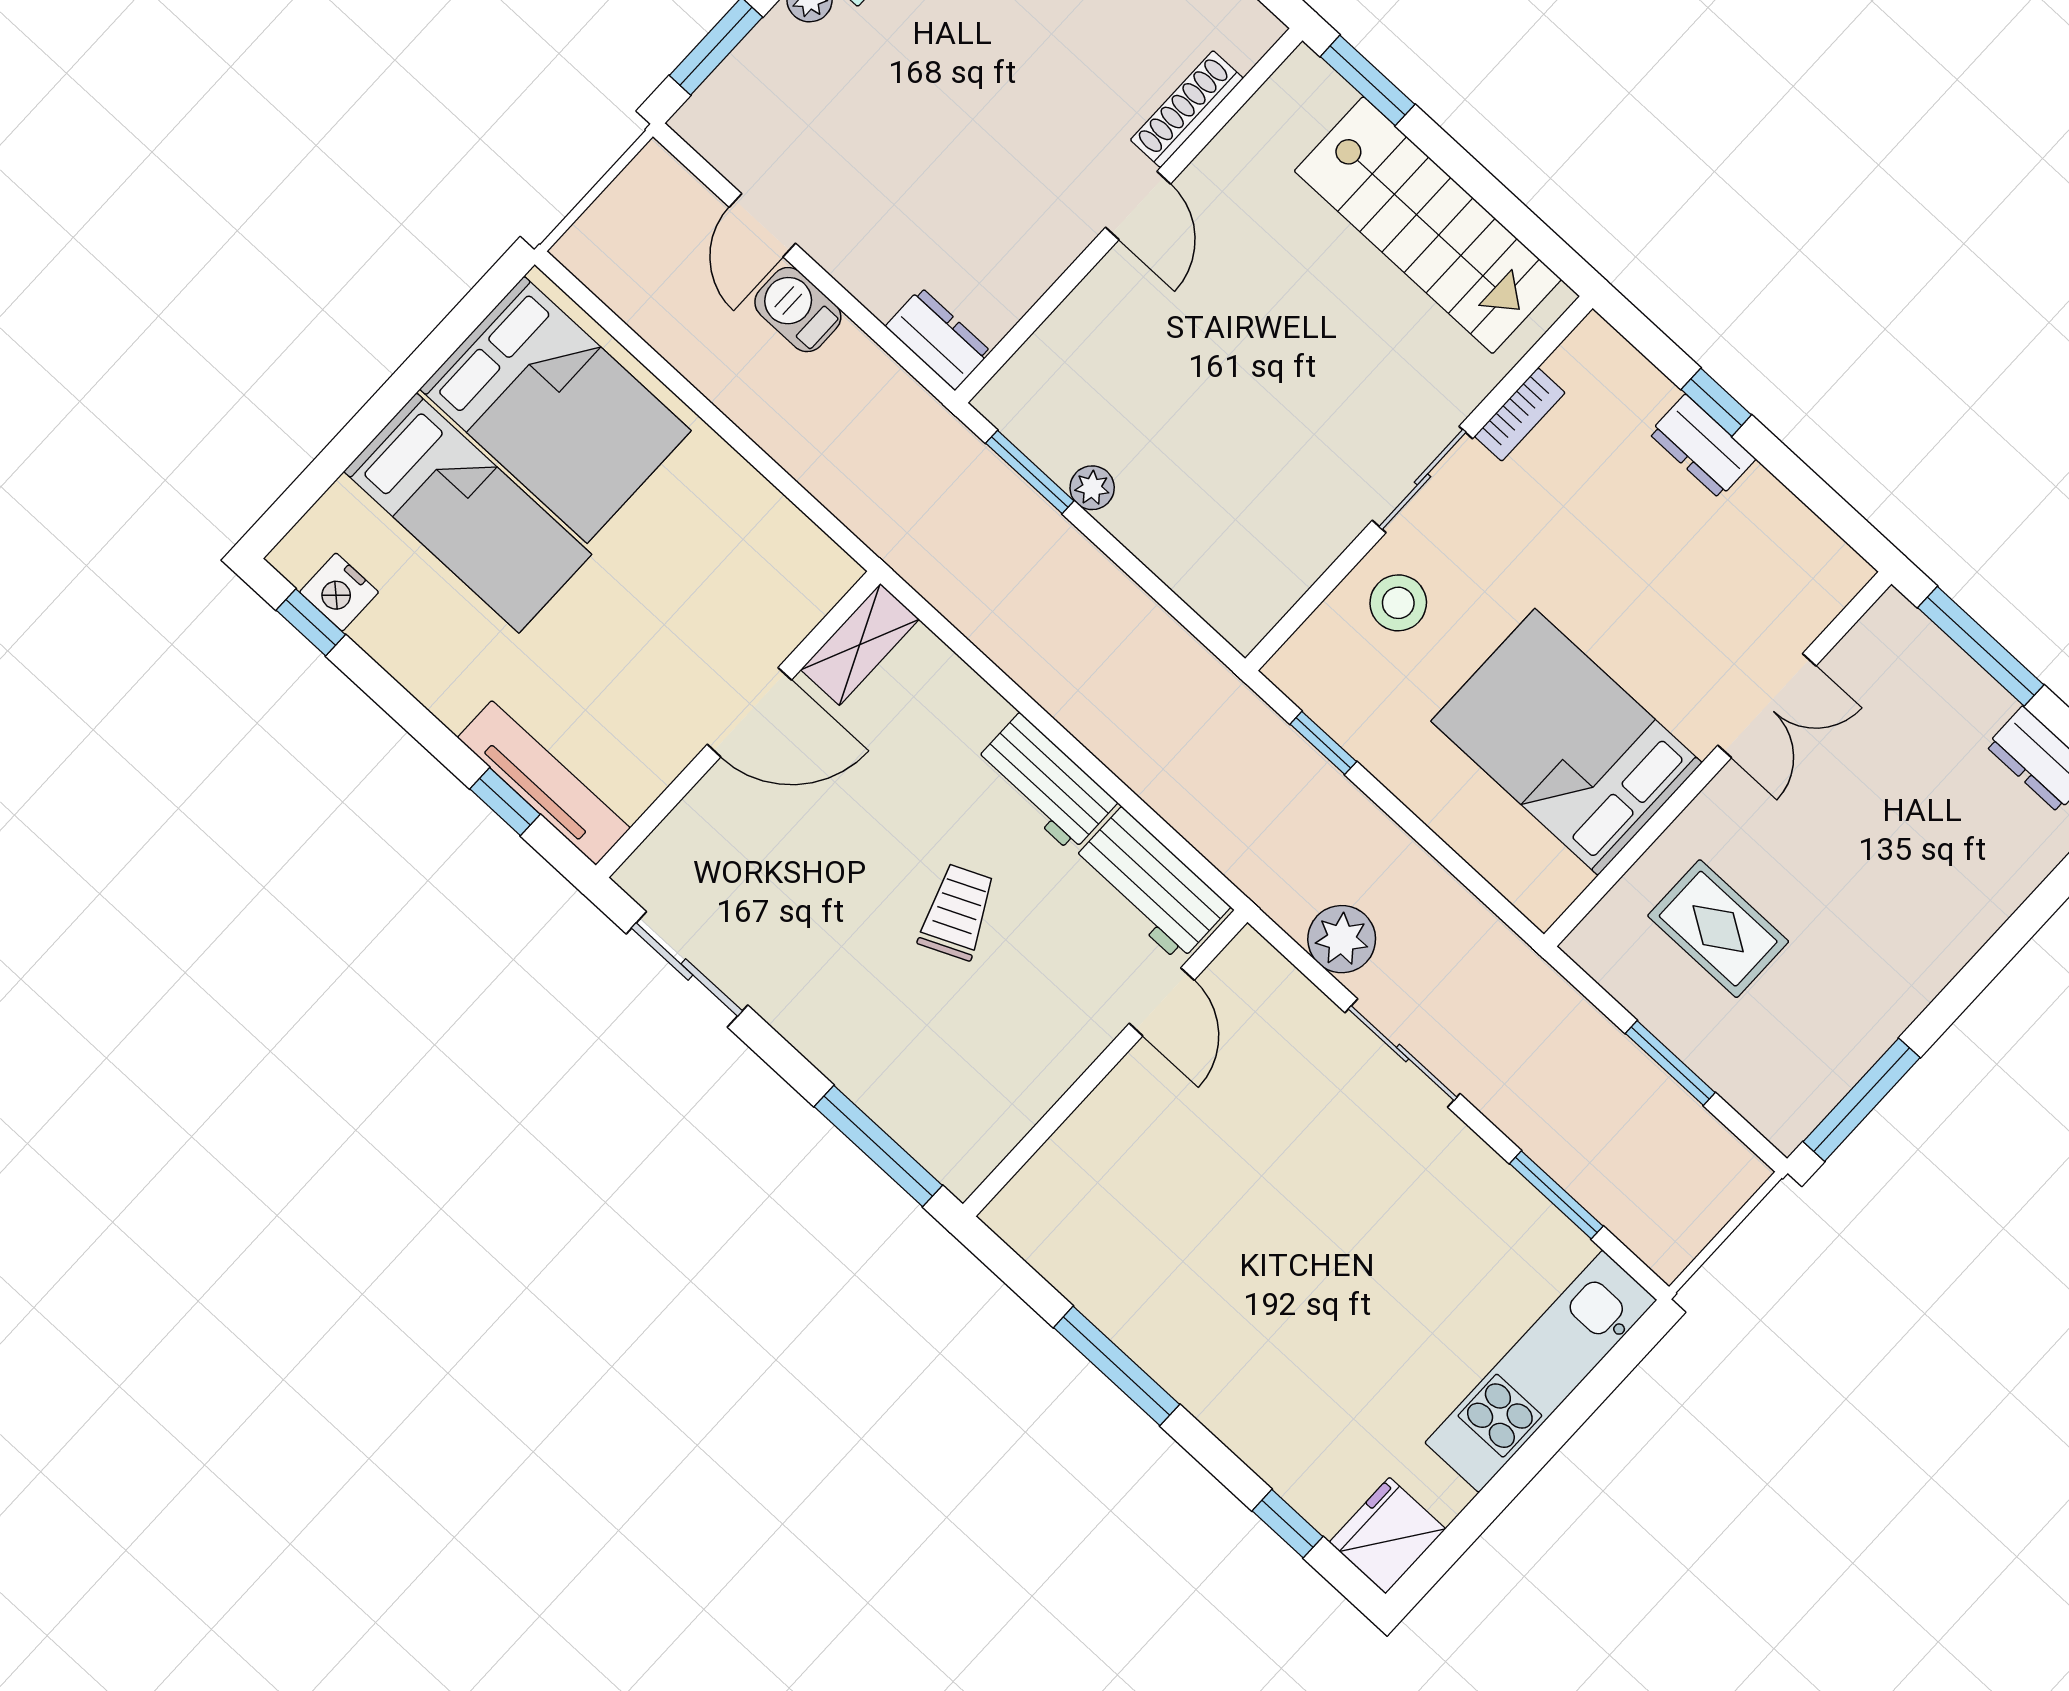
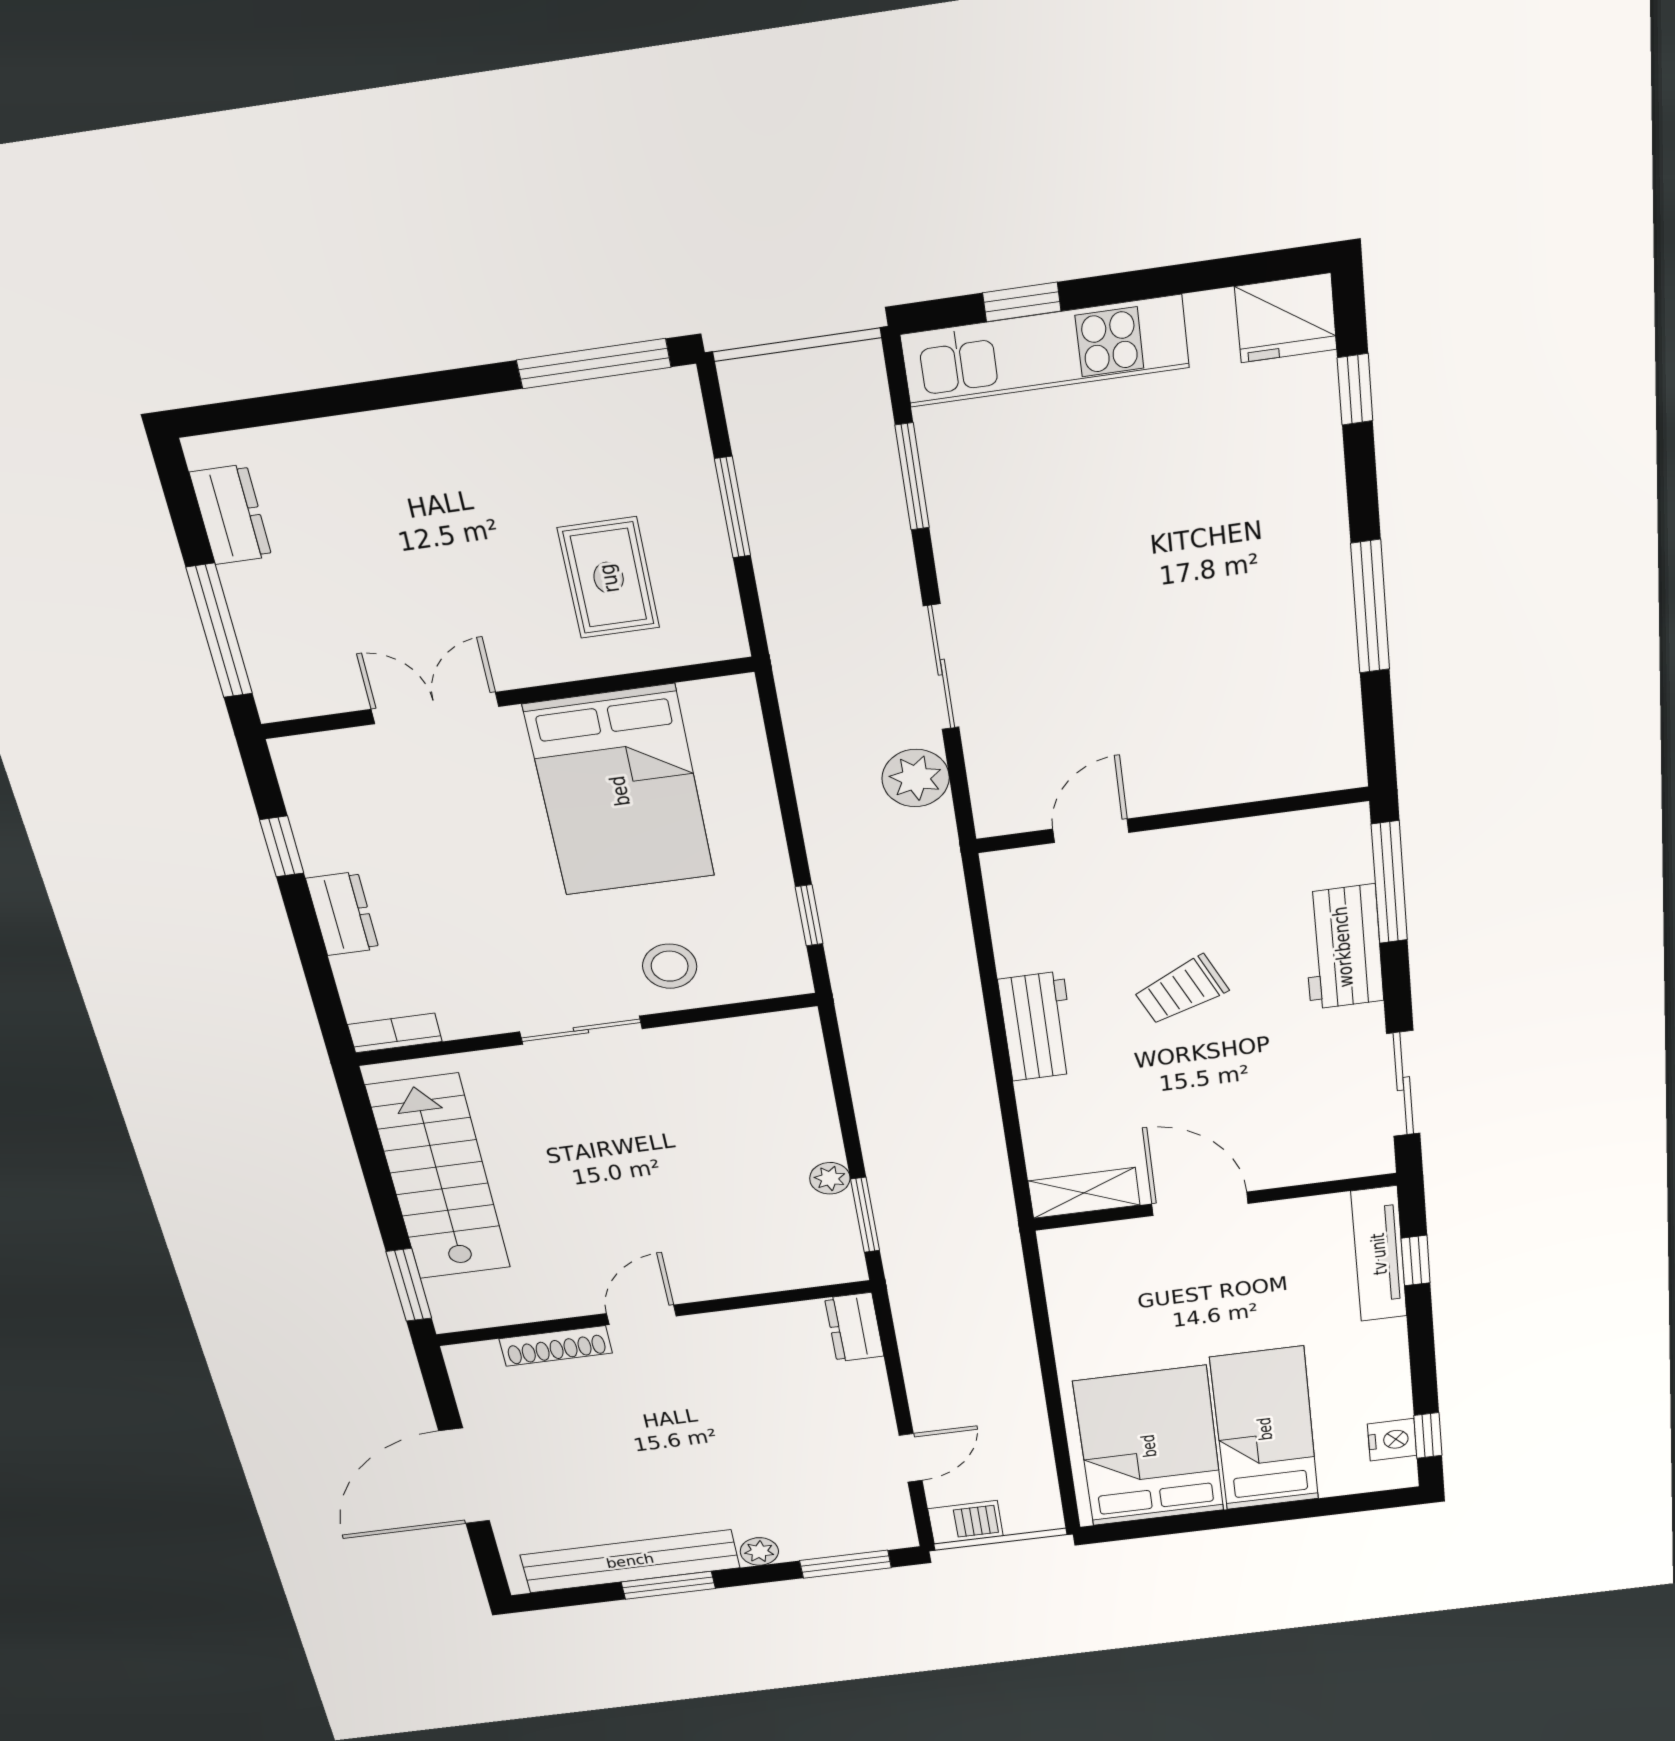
barbecue: (798, 310) -> (966, 1522), moved, turned -90
window: (1716, 402) -> (282, 846), moved
bookcase: (1520, 414) -> (395, 1033), moved
workbench: (1150, 885) -> (1343, 947), moved, turned 180
window: (1589, 1395) -> (1022, 302), added

